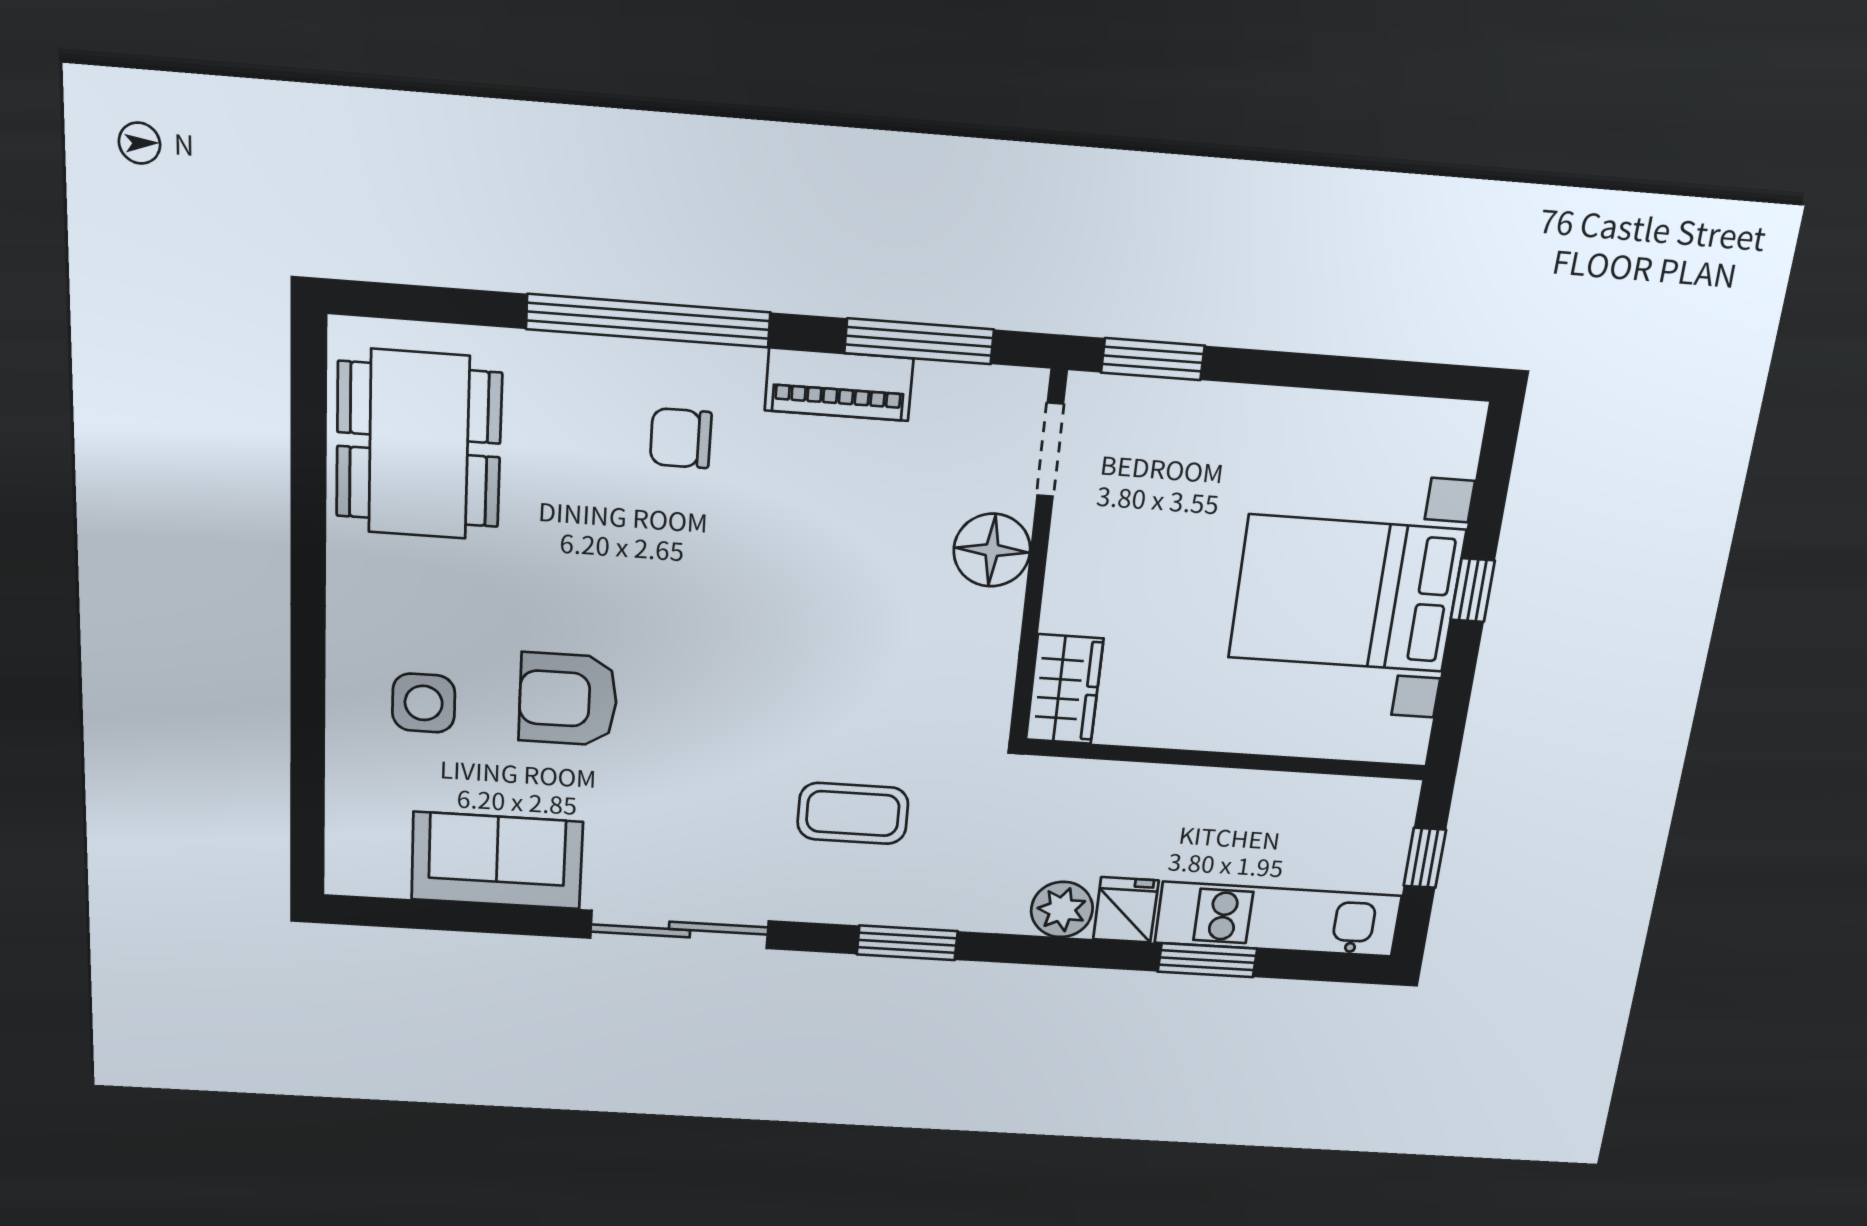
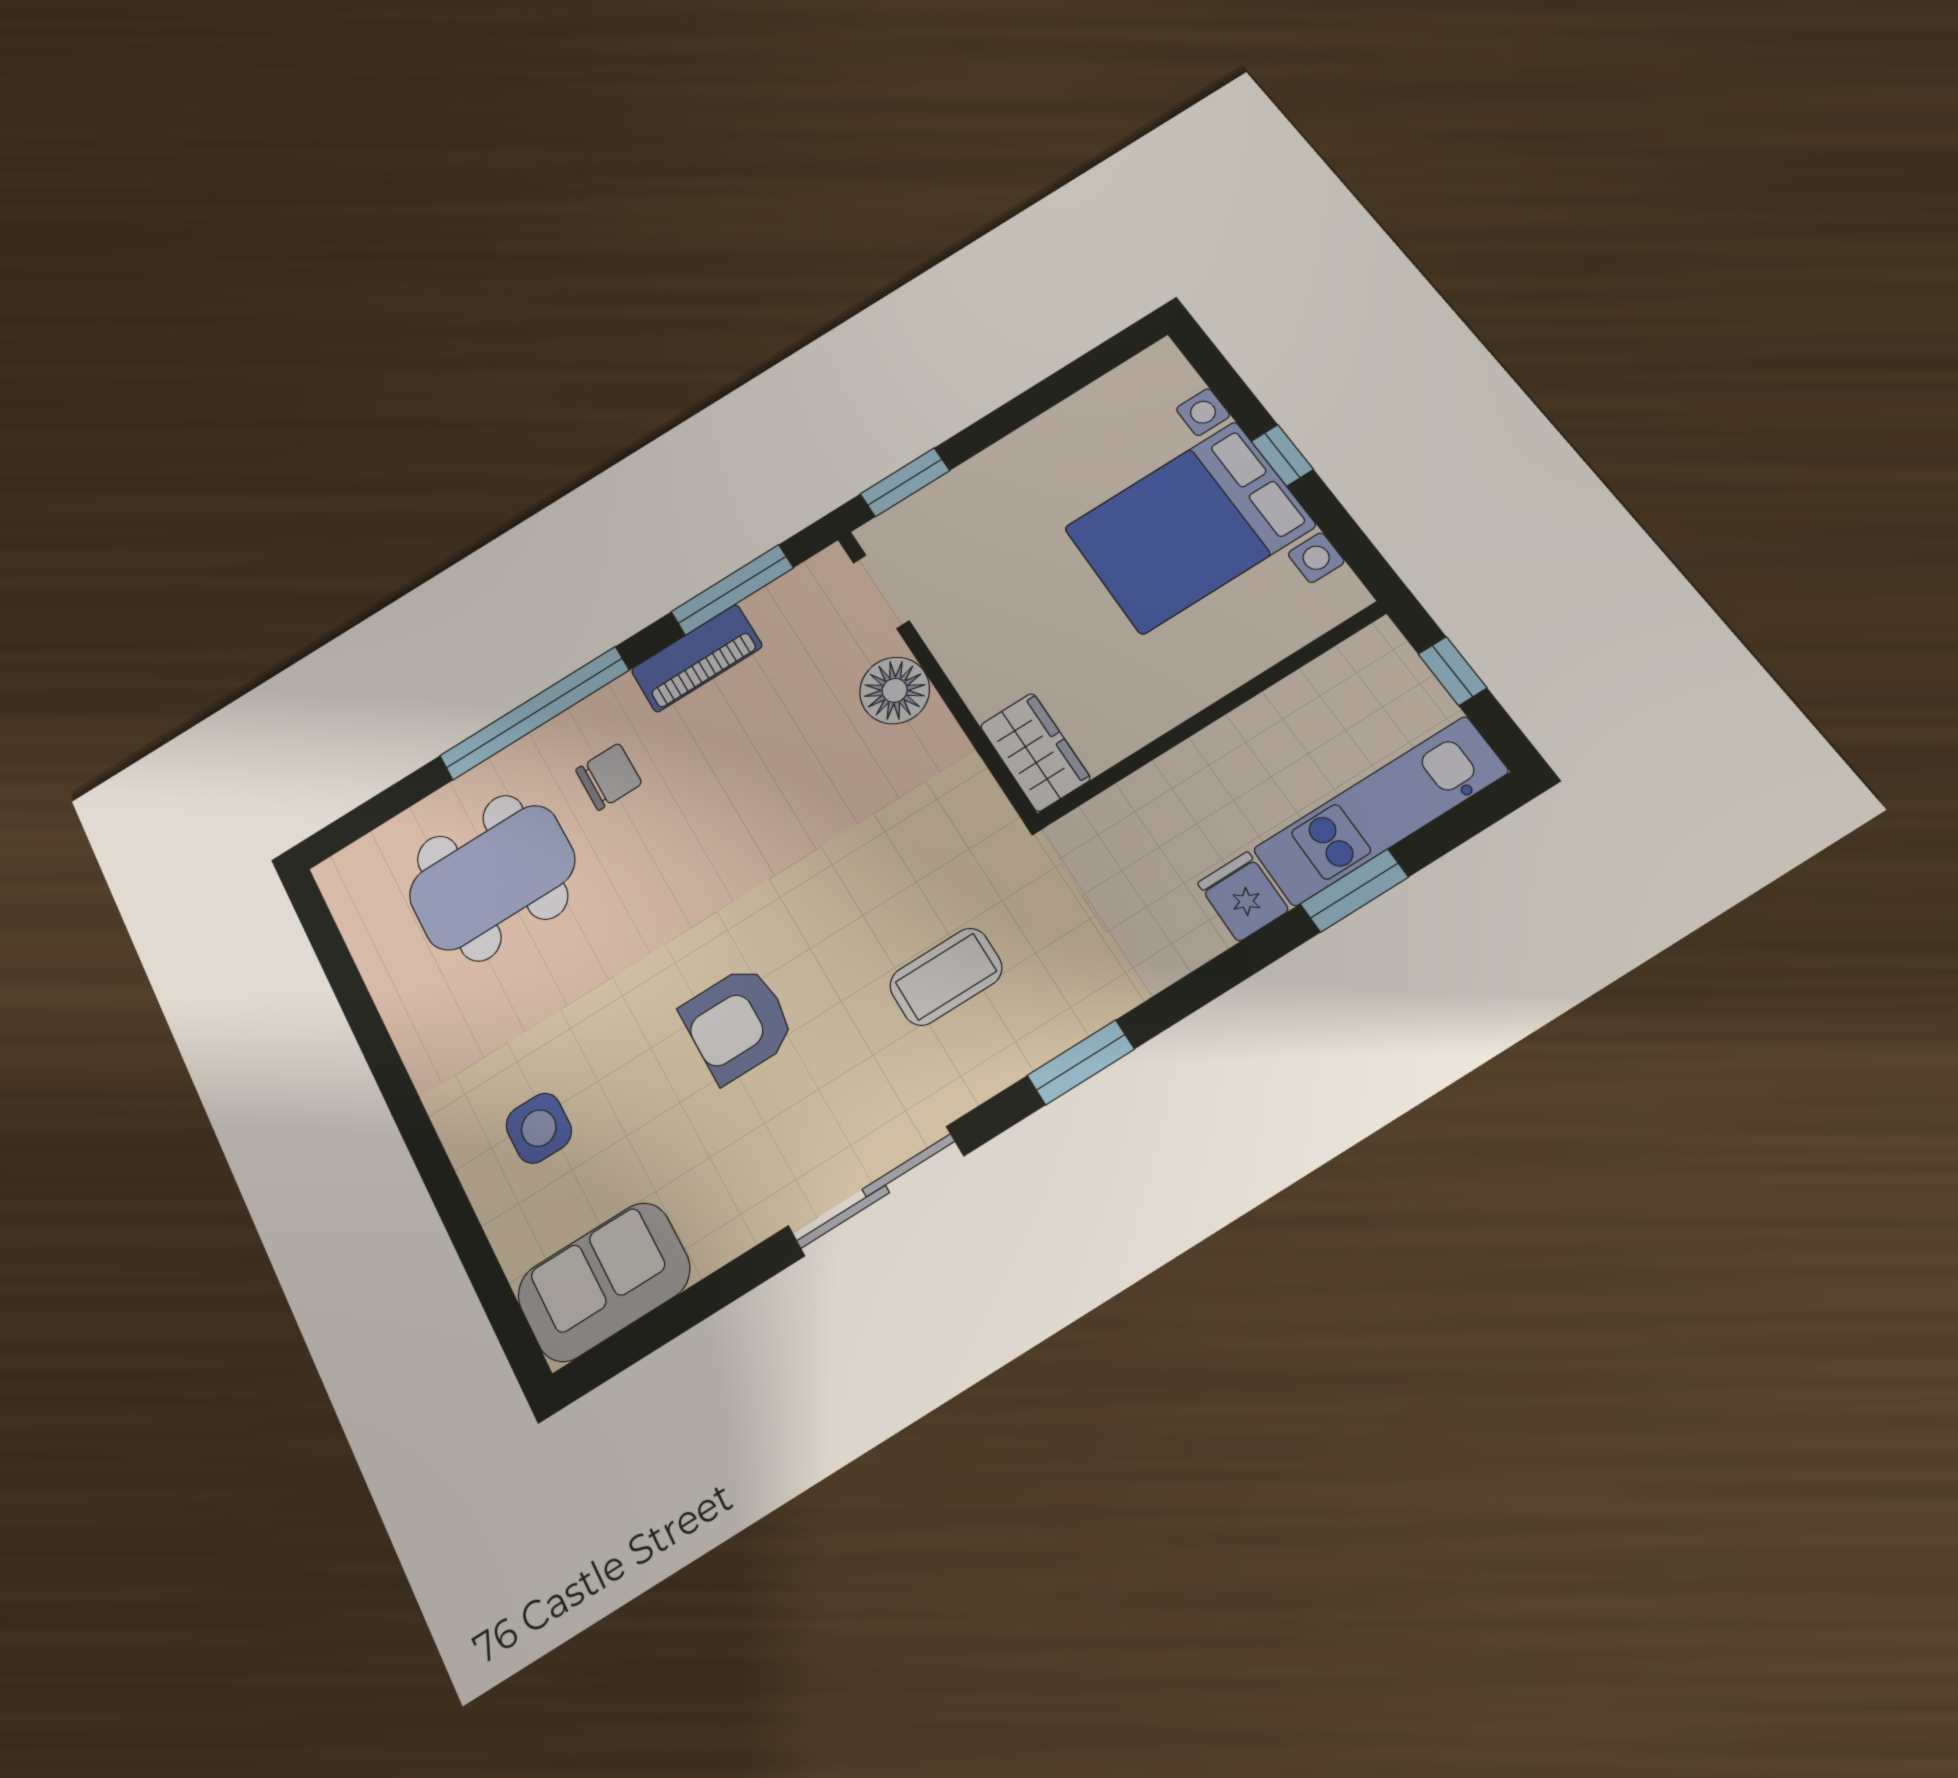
chair: (681, 438) -> (609, 777), turned 180
dining table: (419, 445) -> (492, 877), moved, turned 90
armchair: (568, 699) -> (738, 1023), moved
sofa: (497, 861) -> (604, 1282), moved
plant: (1062, 909) -> (1188, 936), removed

